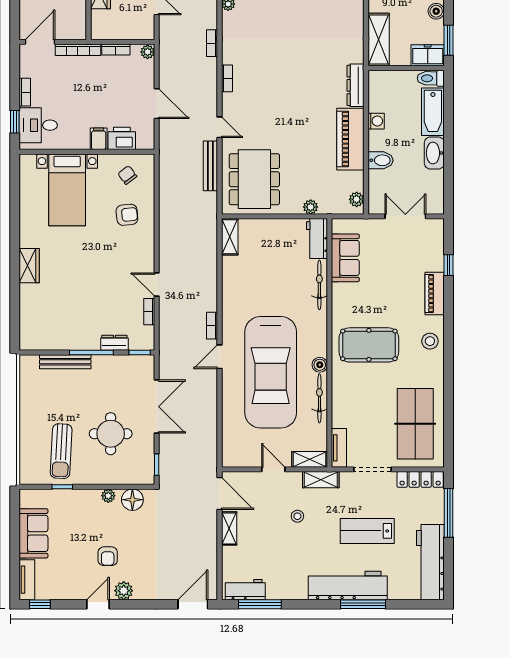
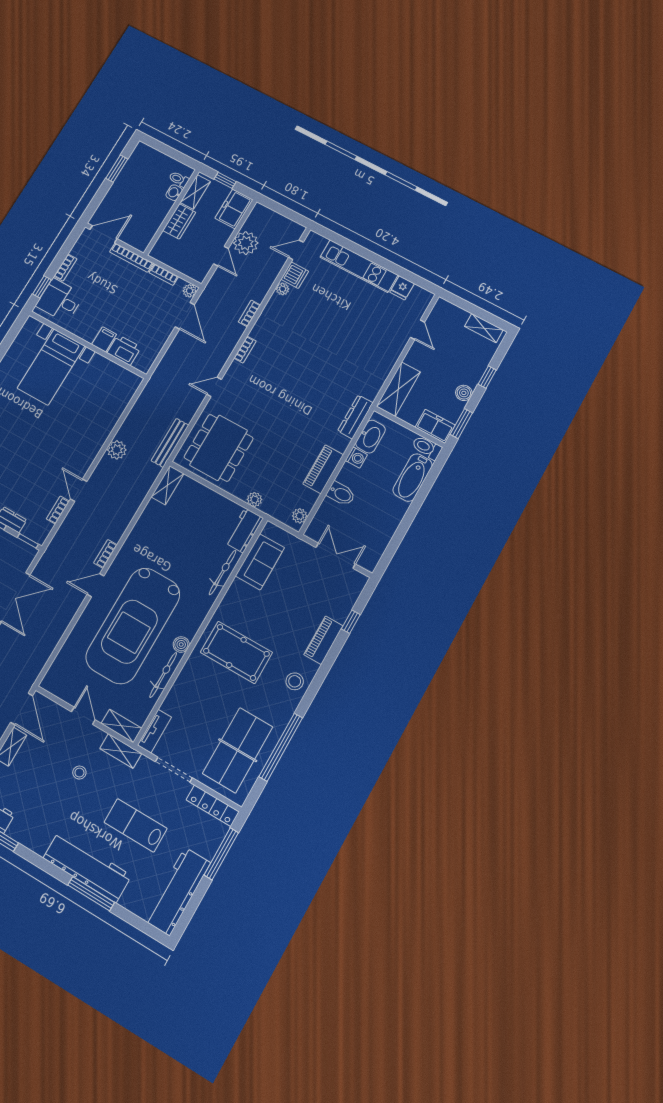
door: (157, 104) -> (185, 316), moved
door: (219, 127) -> (214, 387), swing flipped
piano: (350, 139) -> (323, 469), width x0.73, depth x0.75
washbasin: (434, 153) -> (370, 437), moved, turned 180
bench: (210, 166) -> (170, 443), moved
chair: (127, 175) -> (110, 383), removed
armchair: (127, 215) -> (89, 416), removed
plant: (168, 231) -> (117, 450), added
window: (449, 401) -> (281, 747), added

